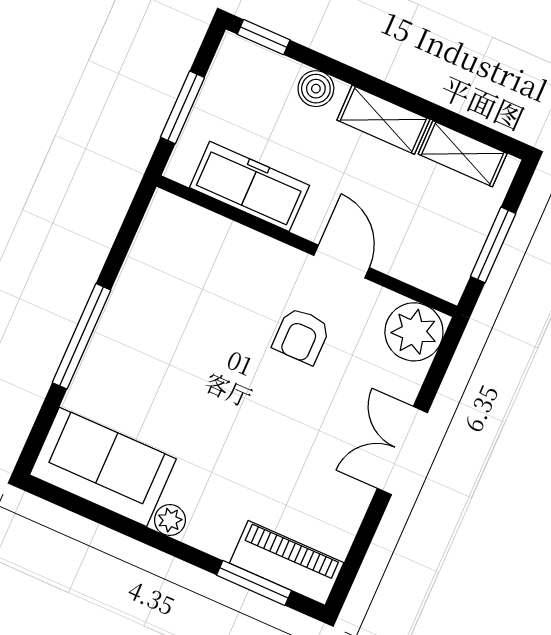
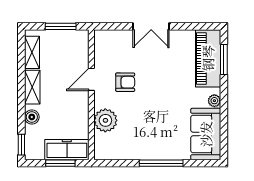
freezer: (249, 186) -> (67, 150), moved, turned 90
plant: (414, 332) -> (105, 120), moved
piano: (287, 563) -> (208, 58), width x1.37, depth x1.33

